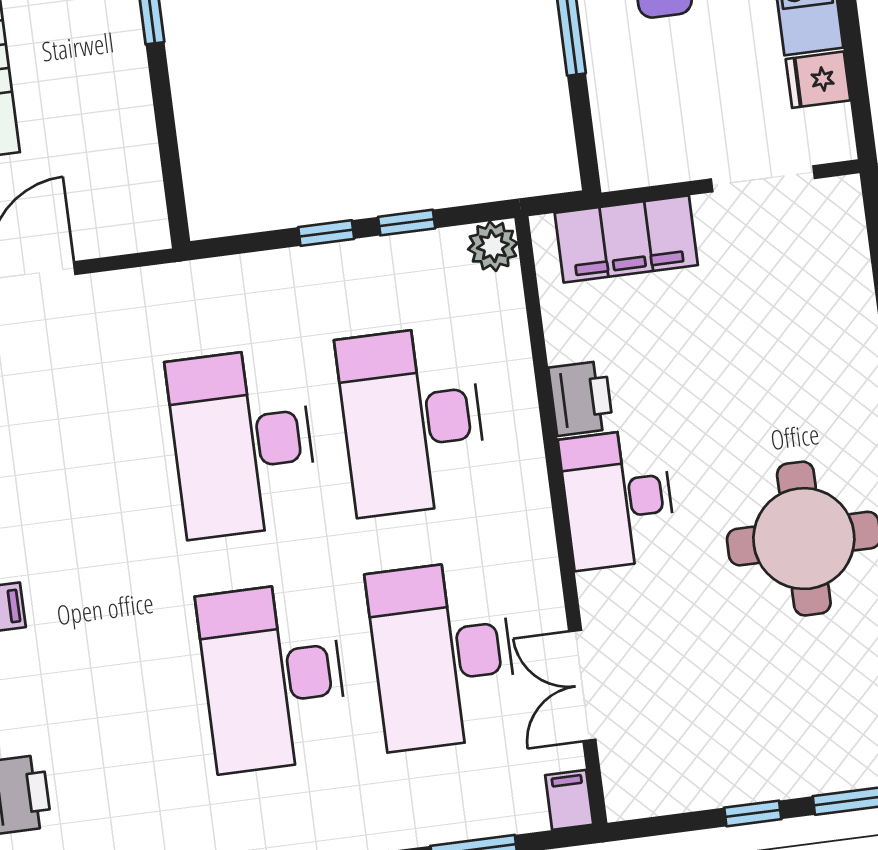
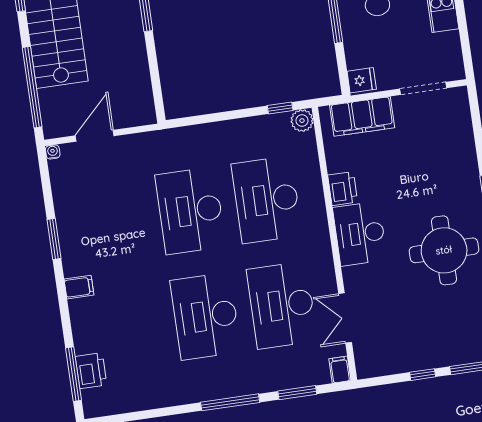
fridge: (818, 80) -> (362, 80), moved, turned 180
window: (407, 223) -> (280, 108), moved
window: (326, 233) -> (227, 116), removed

